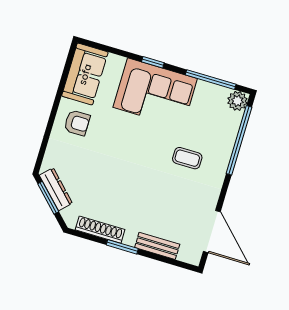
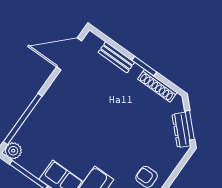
coffee table: (187, 158) -> (69, 119), removed
door: (212, 232) -> (69, 54), hinge flipped

